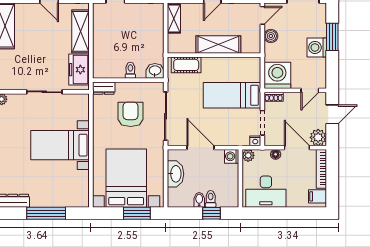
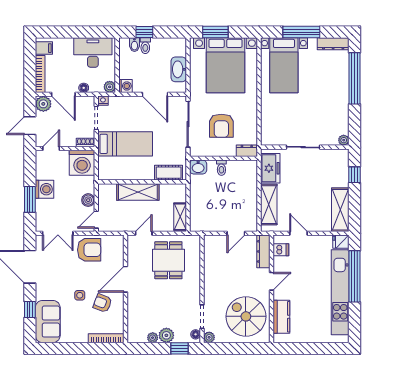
bed with nightstands: (60, 145) -> (284, 65), moved, turned 90
bidet: (199, 200) -> (134, 45), moved

